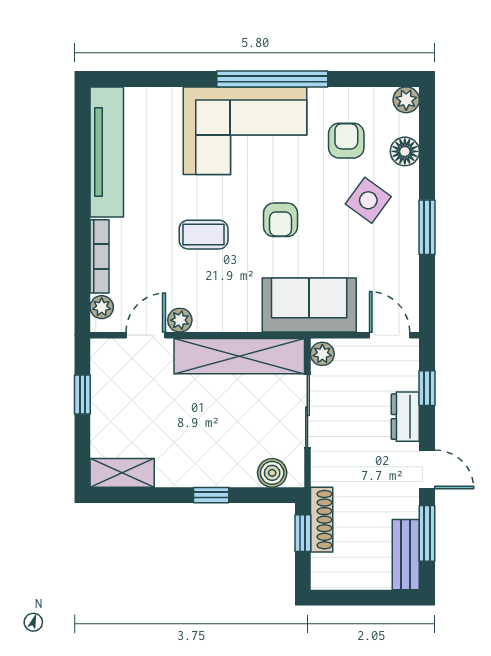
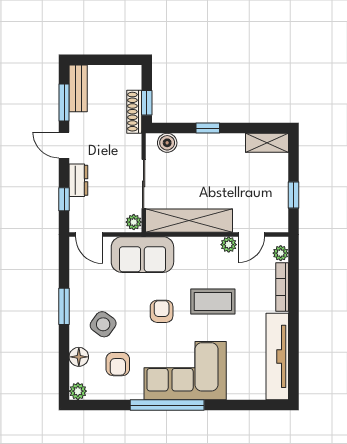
coffee table: (204, 235) -> (213, 301), width x1.36, depth x1.30

